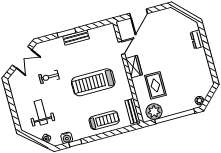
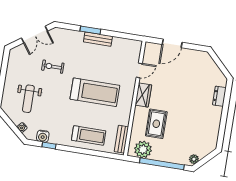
treadmill: (93, 82) -> (95, 92), turned 180
weight bench: (41, 112) -> (28, 99), turned 180

